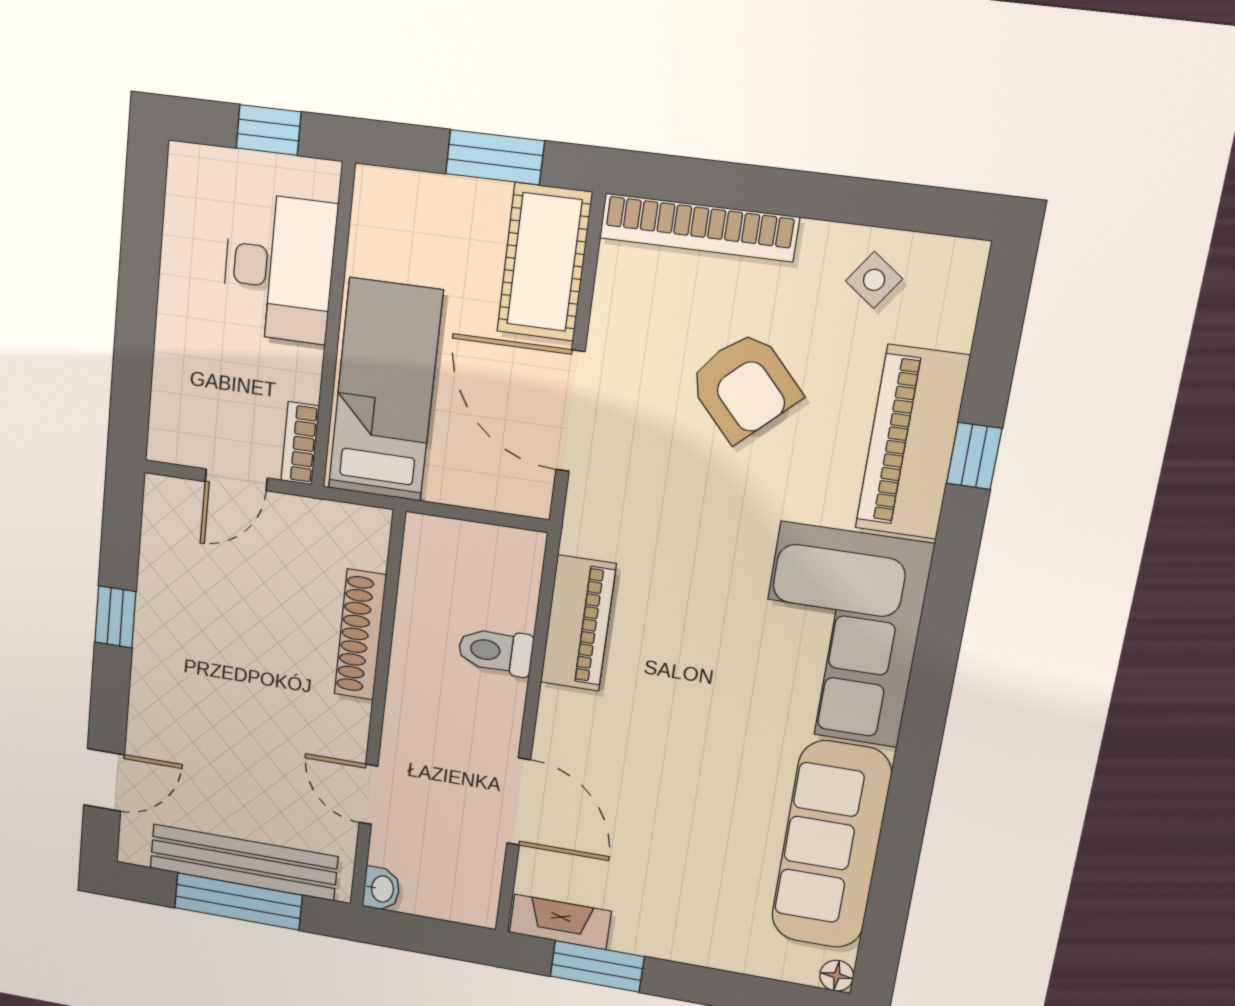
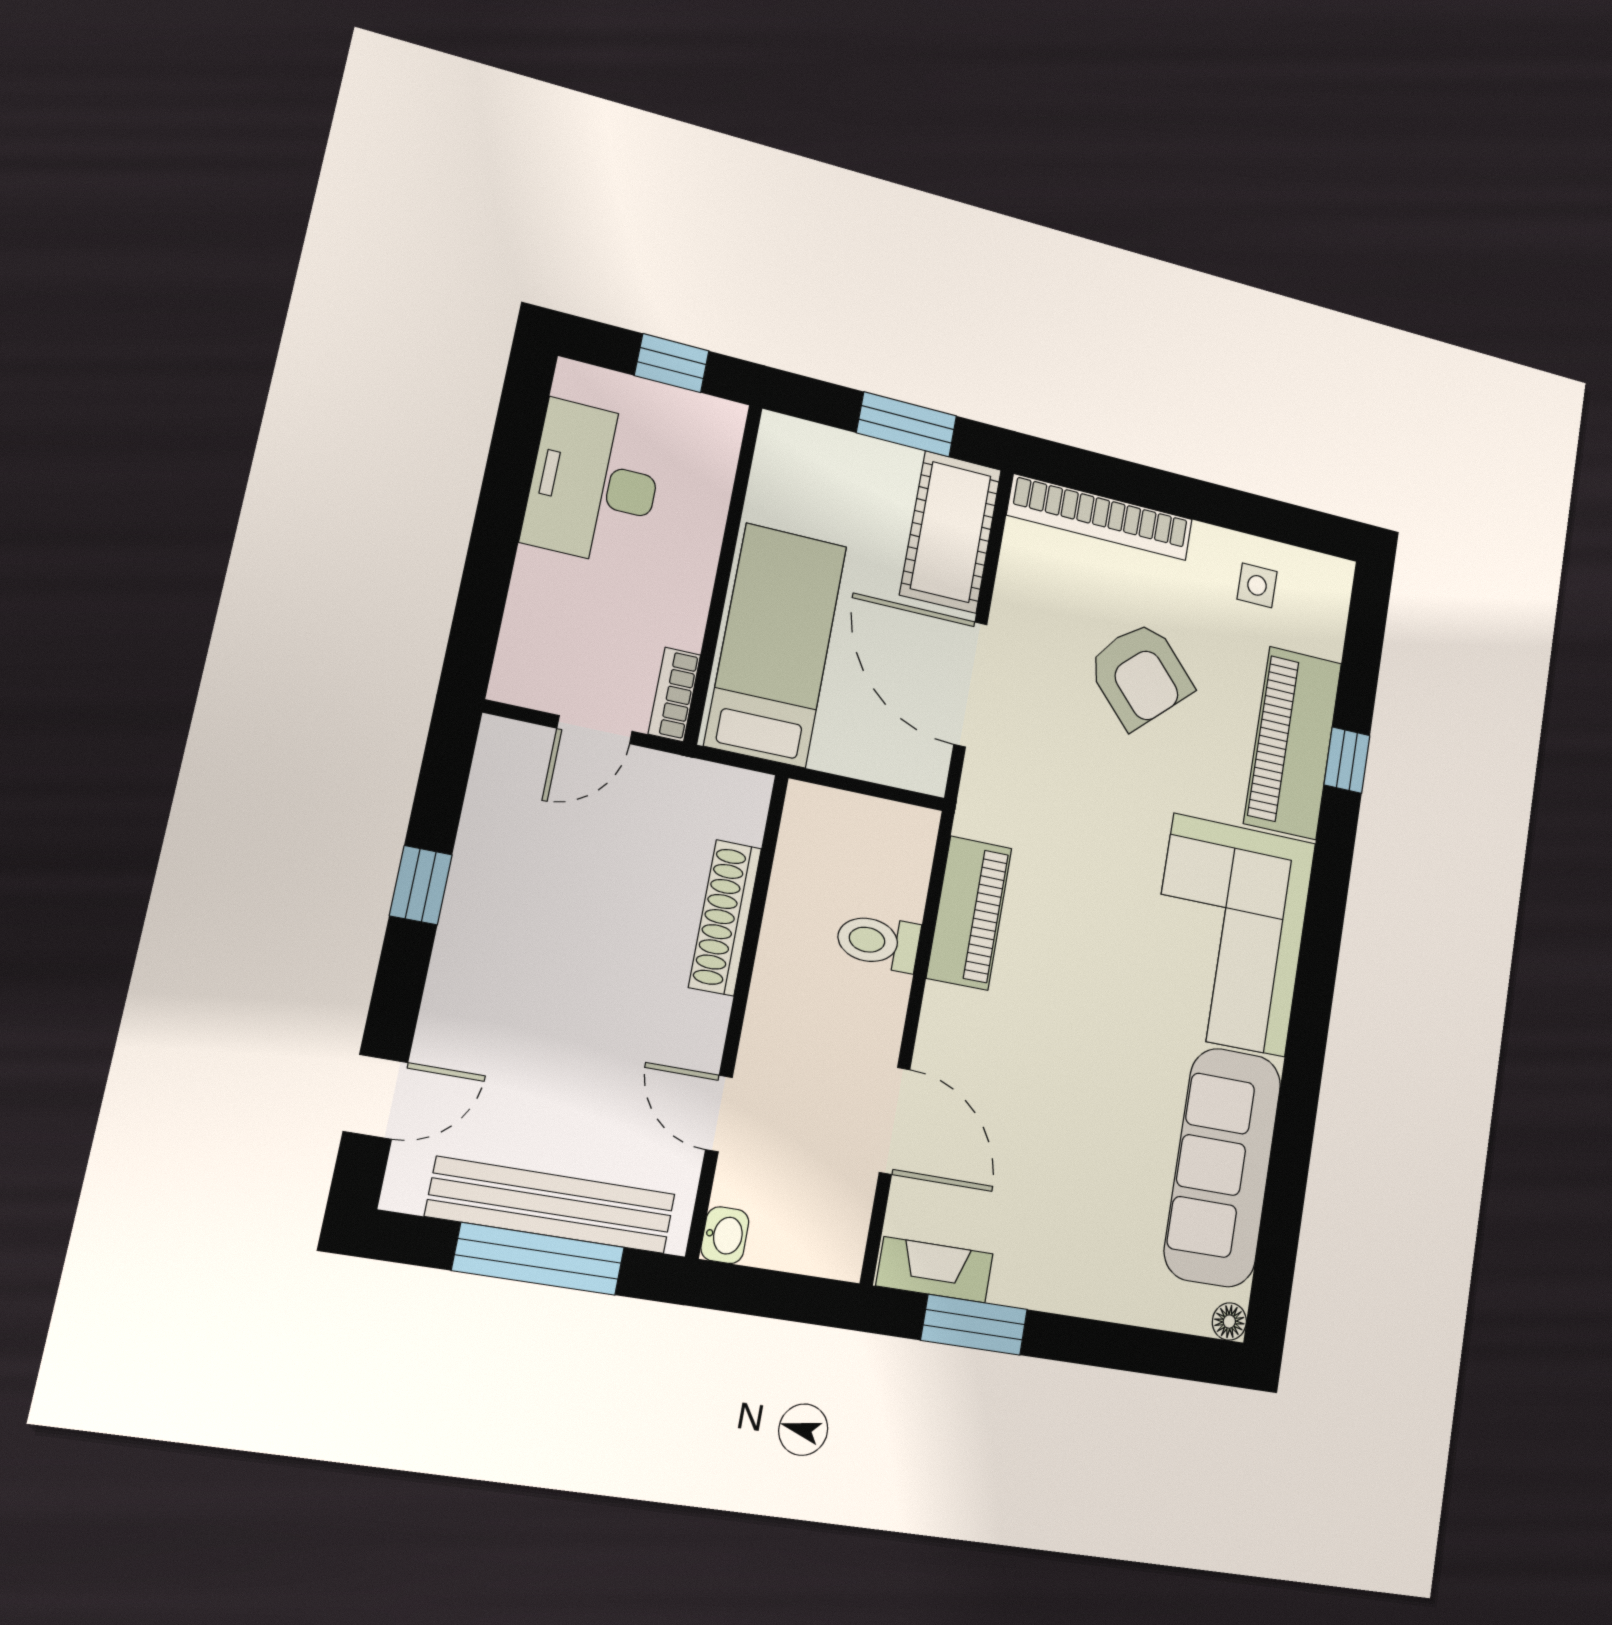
desk: (279, 268) -> (594, 483), moved, turned 180
side table: (874, 280) -> (1257, 585), turned -36

